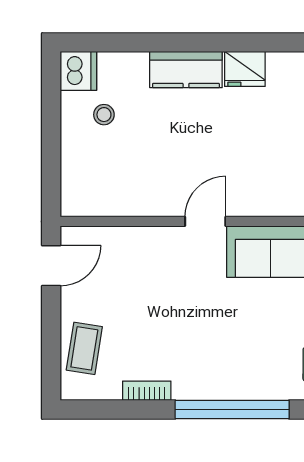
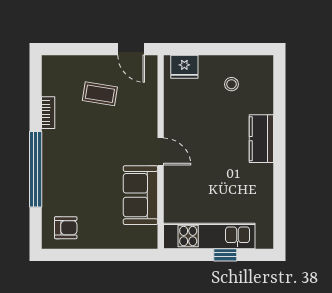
fridge: (245, 69) -> (184, 67), moved, turned -90
dishwasher: (78, 71) -> (260, 67), removed
coffee table: (84, 348) -> (100, 94), moved

